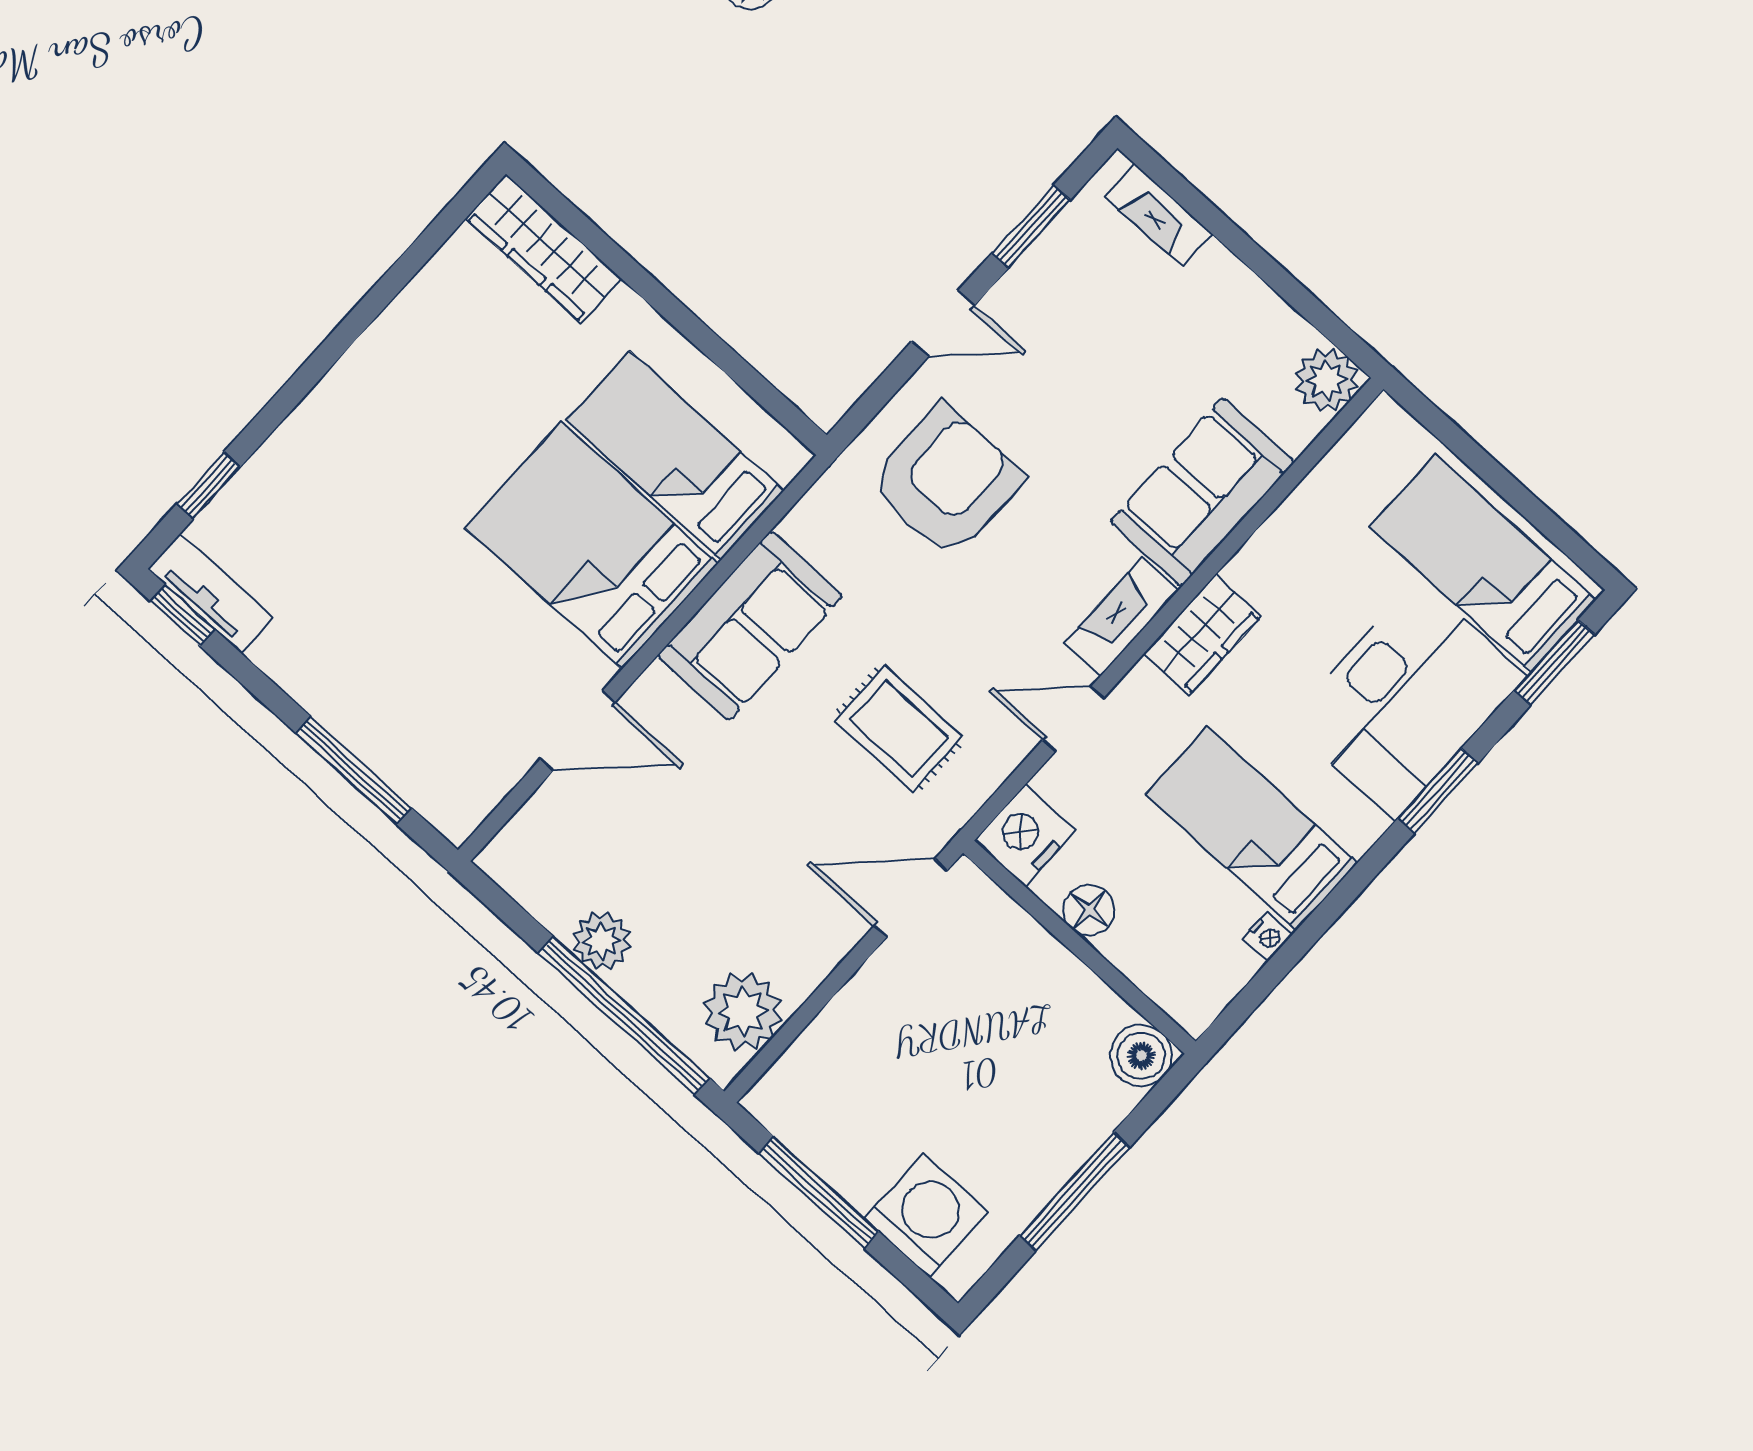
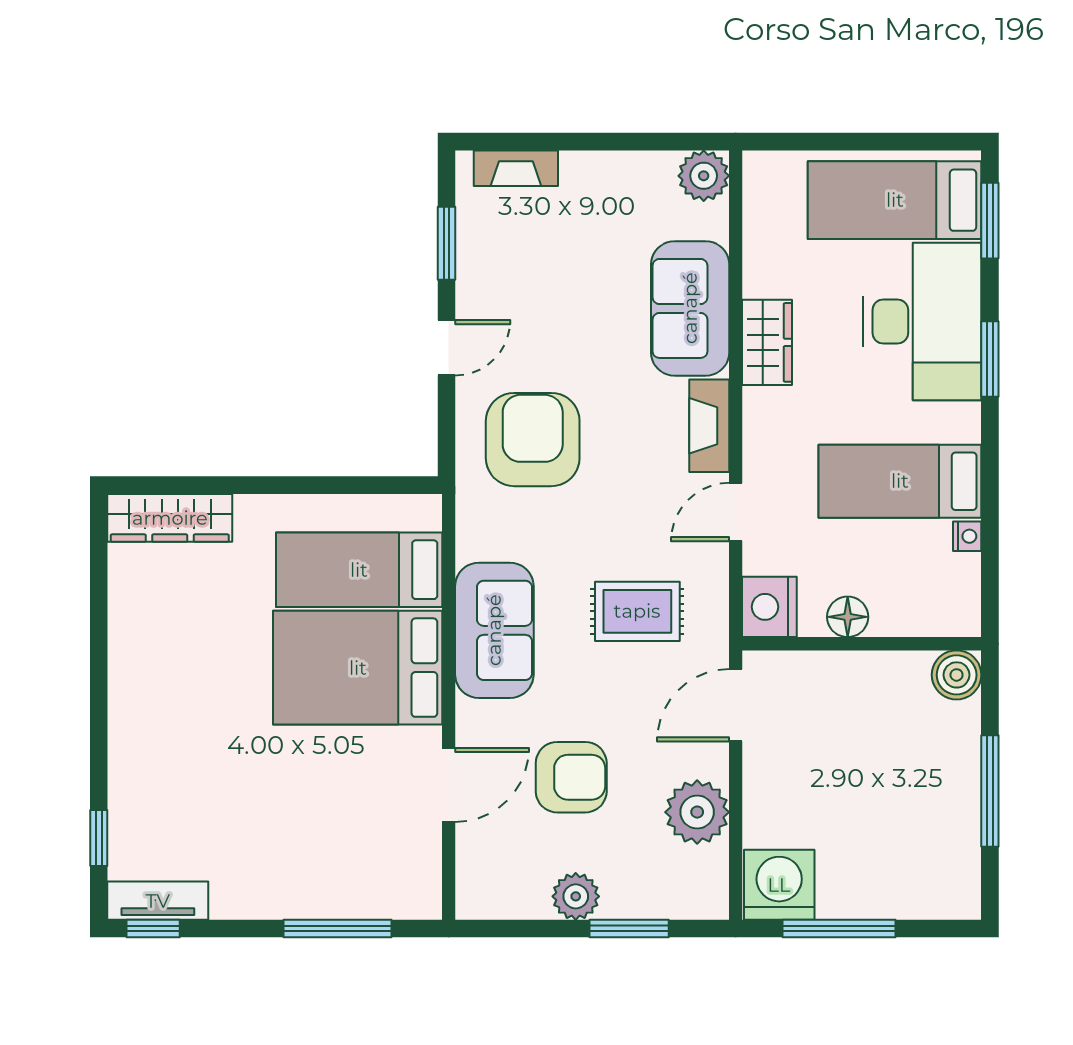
wardrobe: (1202, 635) -> (767, 342), moved
armchair: (698, 827) -> (571, 777), added
plant: (743, 1012) -> (697, 812), moved
window: (624, 1016) -> (629, 928), width x0.47
washing machine: (926, 1215) -> (779, 885), moved

